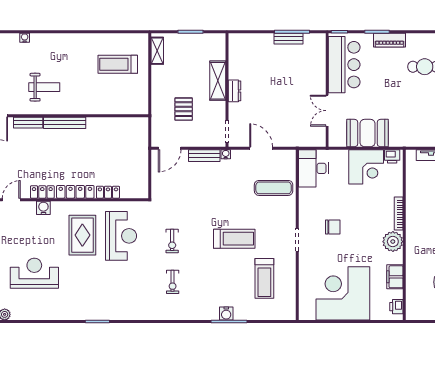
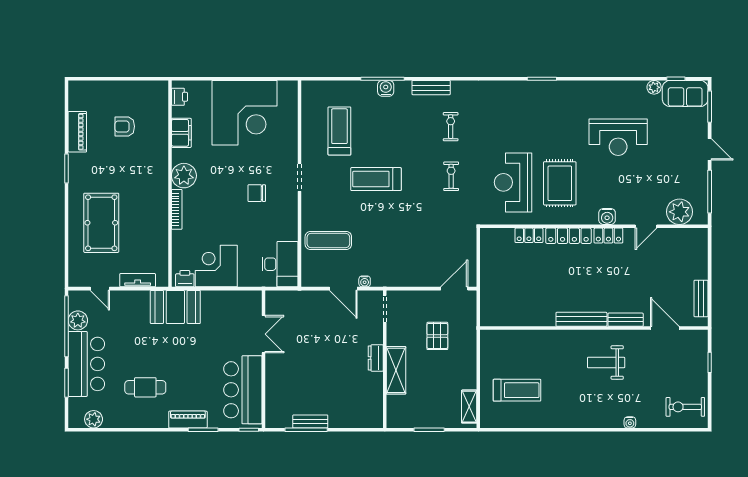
booth: (367, 133) -> (175, 307), moved
water cooler: (226, 154) -> (365, 281), moved
bench: (204, 156) -> (431, 88), moved

